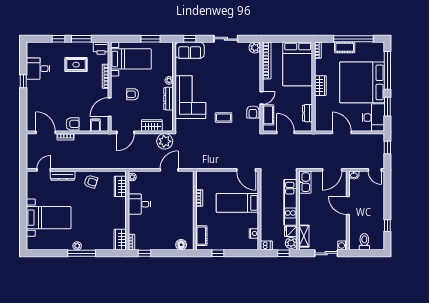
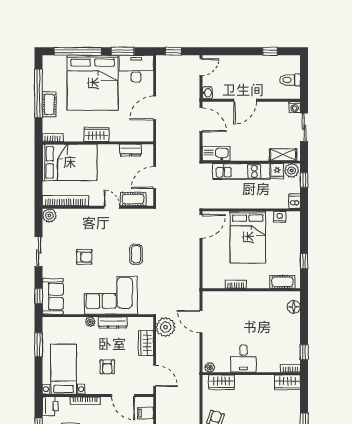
armchair: (253, 112) -> (84, 257), moved
bed: (237, 203) -> (248, 237), width x1.50

